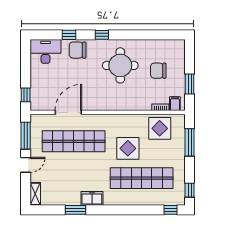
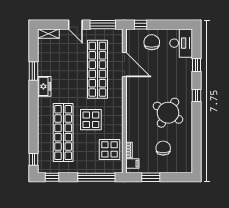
chair: (78, 50) -> (152, 42), moved
round table: (120, 65) -> (168, 113), turned 32
window: (190, 142) -> (96, 177), width x1.46

